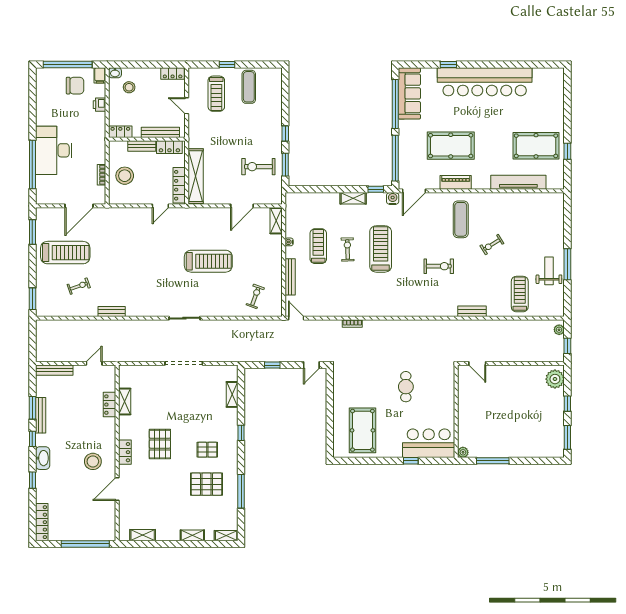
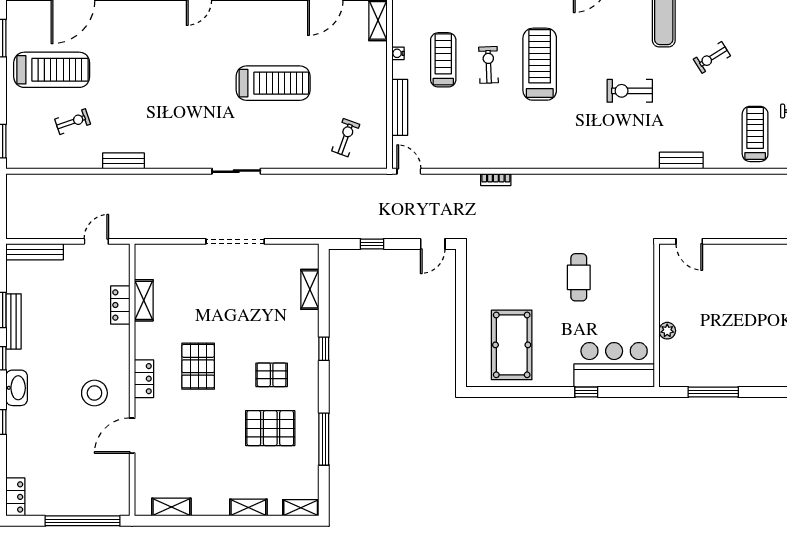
exercise bike: (439, 266) -> (630, 91), turned 180
plant: (463, 452) -> (667, 331), moved
locker: (42, 522) -> (15, 497), width x0.66

